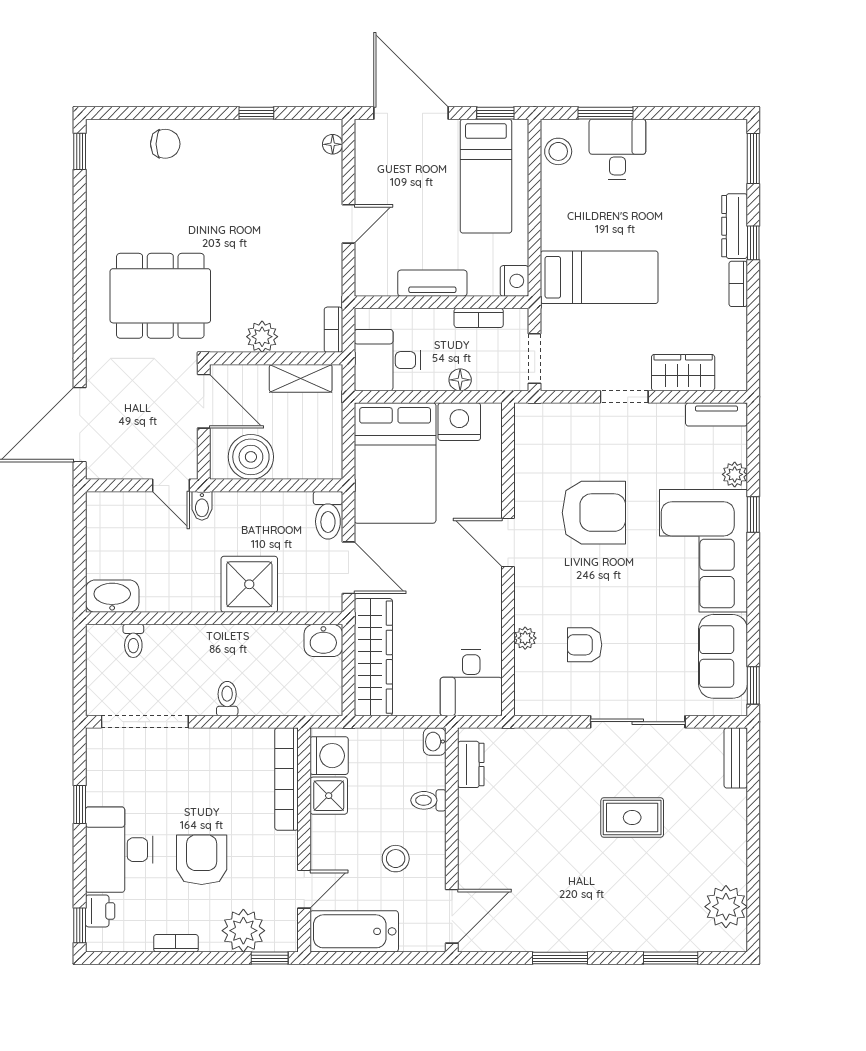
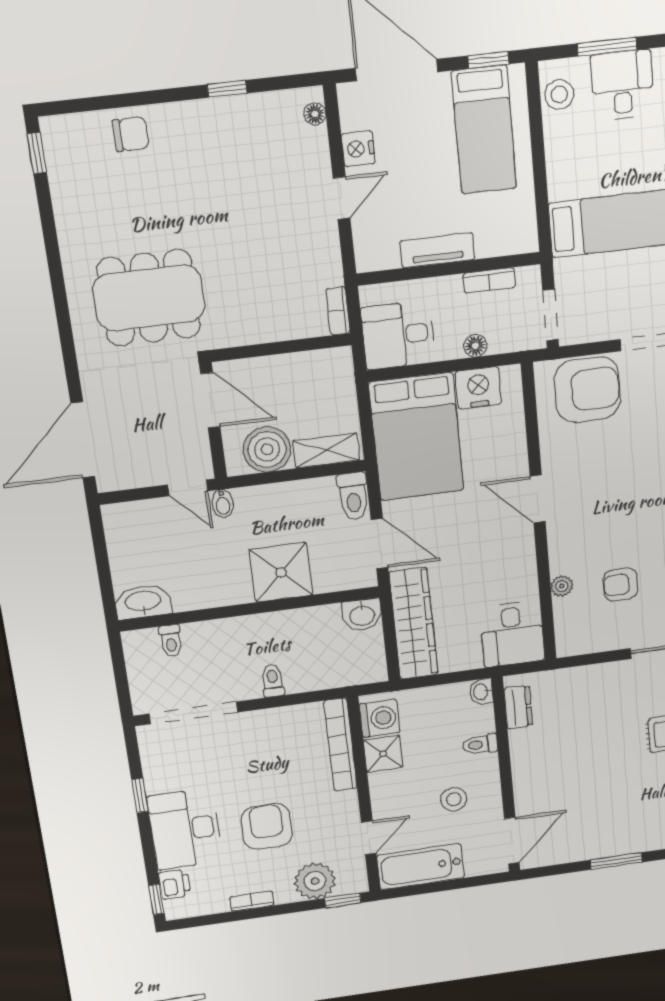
nightstand: (514, 281) -> (358, 149), moved, turned 180
plant: (262, 337) -> (263, 327), removed
shelving: (301, 378) -> (326, 450), moved
armchair: (594, 513) -> (587, 390), moved

